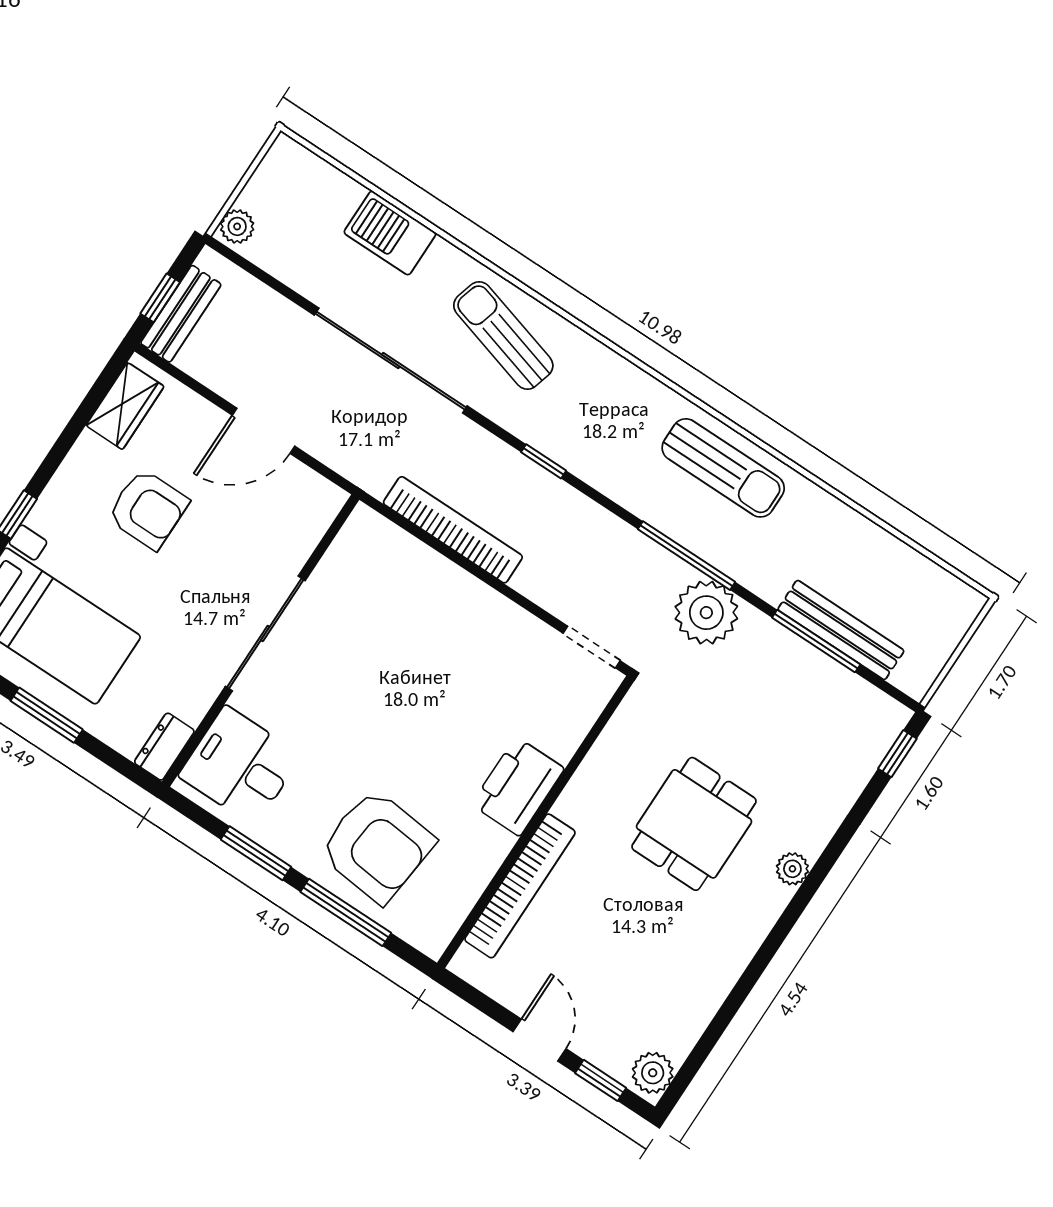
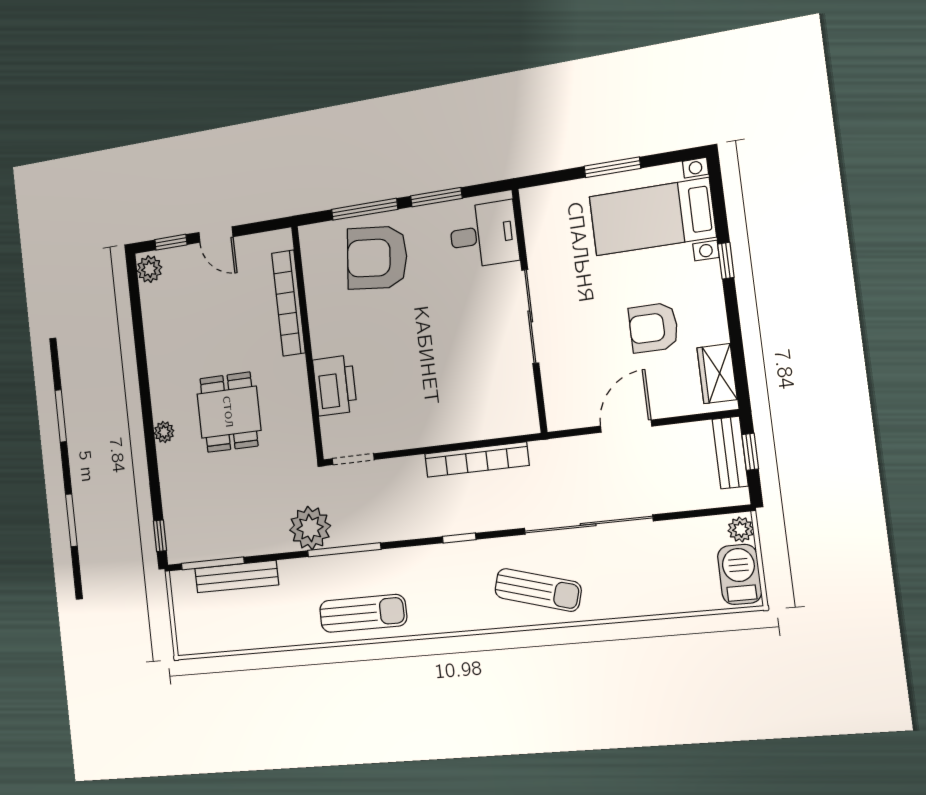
barbecue: (390, 233) -> (740, 574), moved, turned -90
sun lounger: (723, 468) -> (363, 613), turned 180
window: (816, 641) -> (213, 563), moved
dresser: (164, 747) -> (533, 208), removed
printer: (518, 786) -> (335, 385), moved

